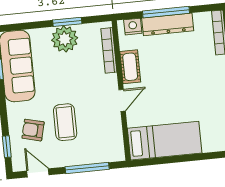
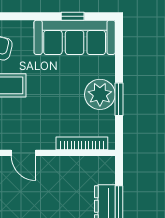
nightstand: (133, 27) -> (106, 173), removed
cot: (130, 67) -> (61, 166), removed

